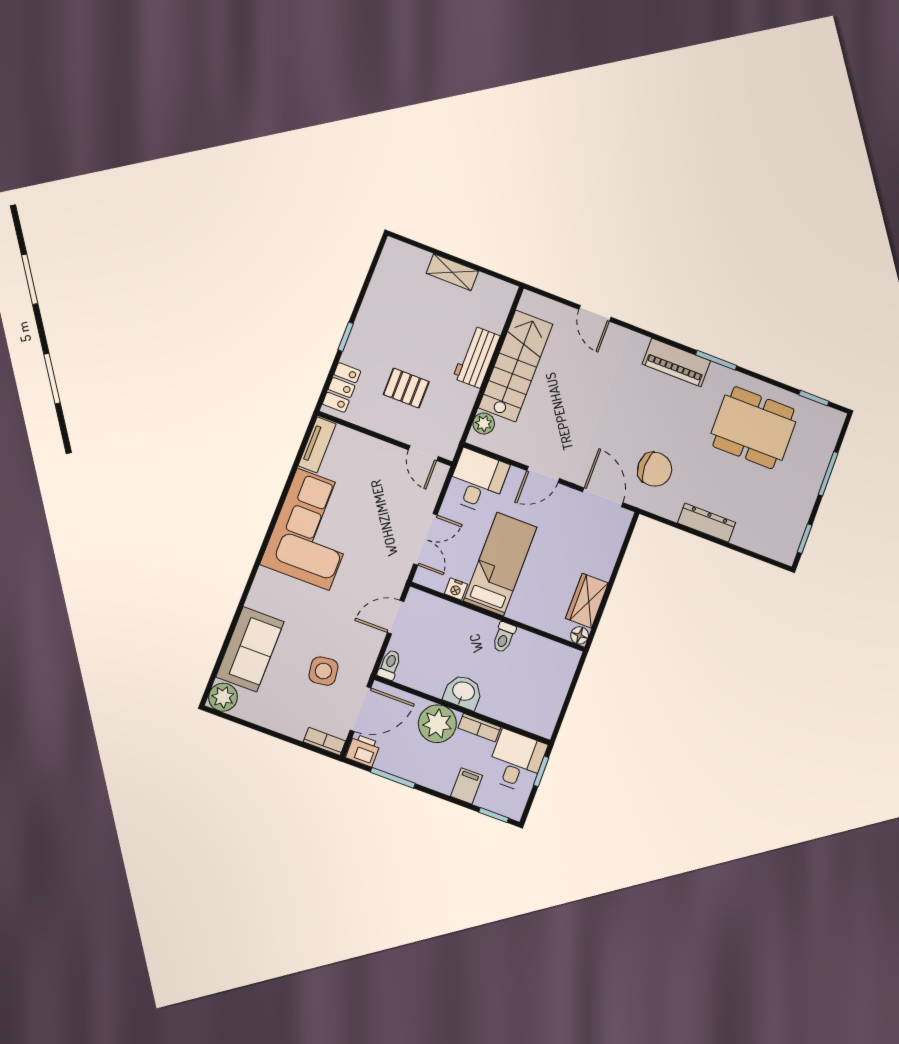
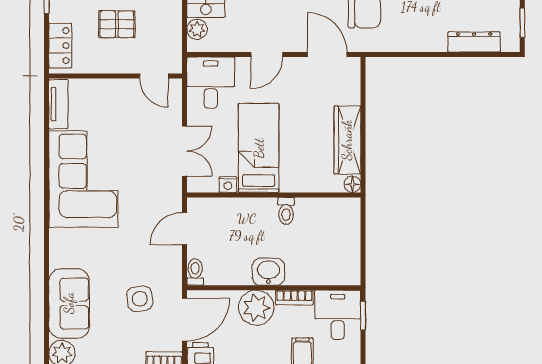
dresser: (707, 523) -> (474, 42), moved
wardrobe: (587, 601) -> (347, 140), width x1.50

